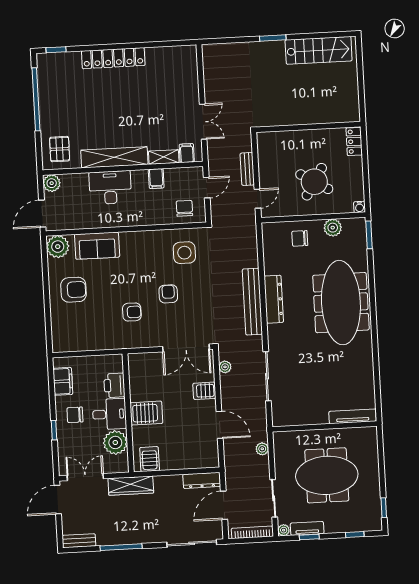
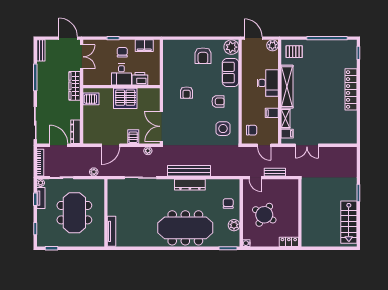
armchair: (168, 294) -> (218, 101), moved
server rack: (146, 413) -> (125, 98), width x1.60
plant: (115, 442) -> (103, 77), removed

